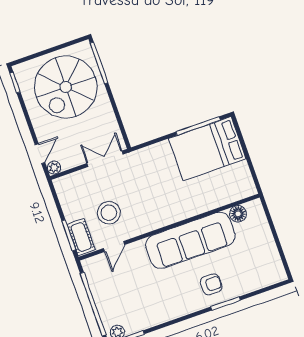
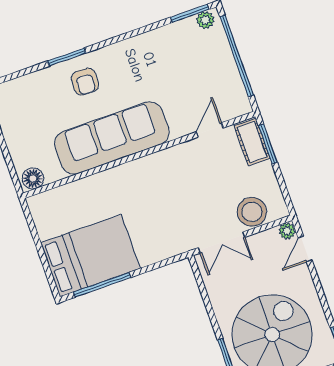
stool: (109, 213) -> (252, 212), moved
floor lamp: (238, 214) -> (33, 178), moved
armchair: (211, 284) -> (85, 82), turned -87

